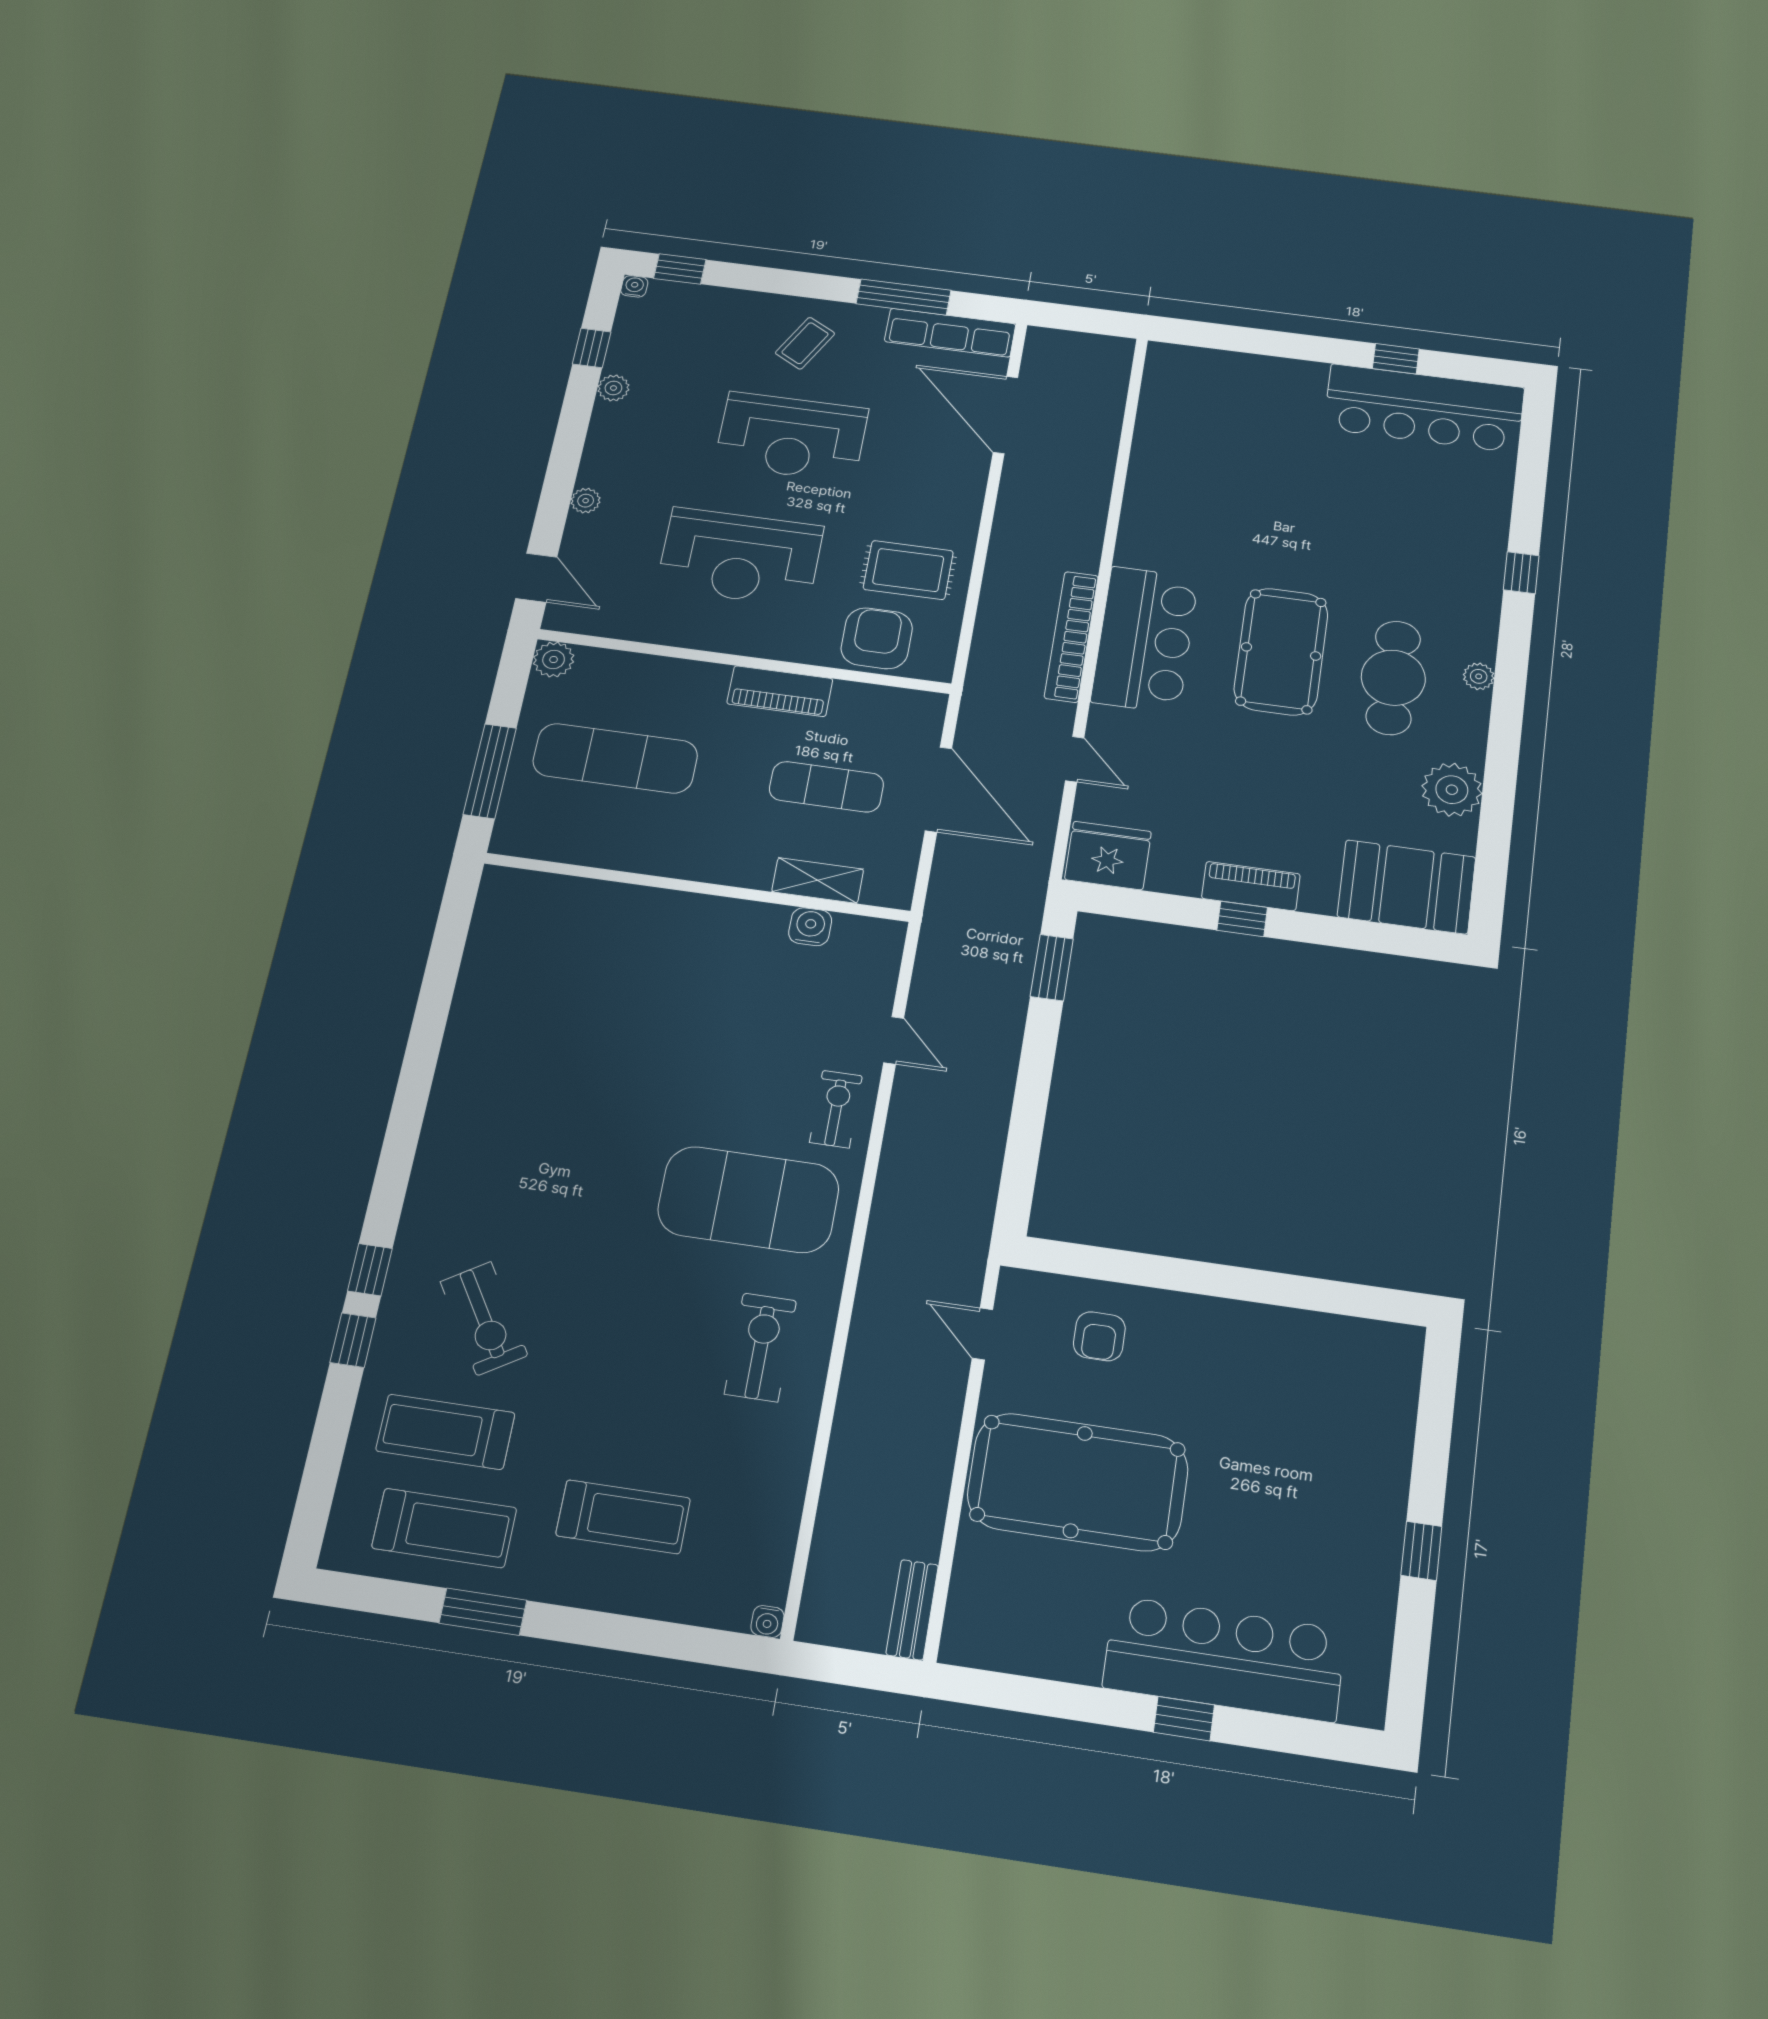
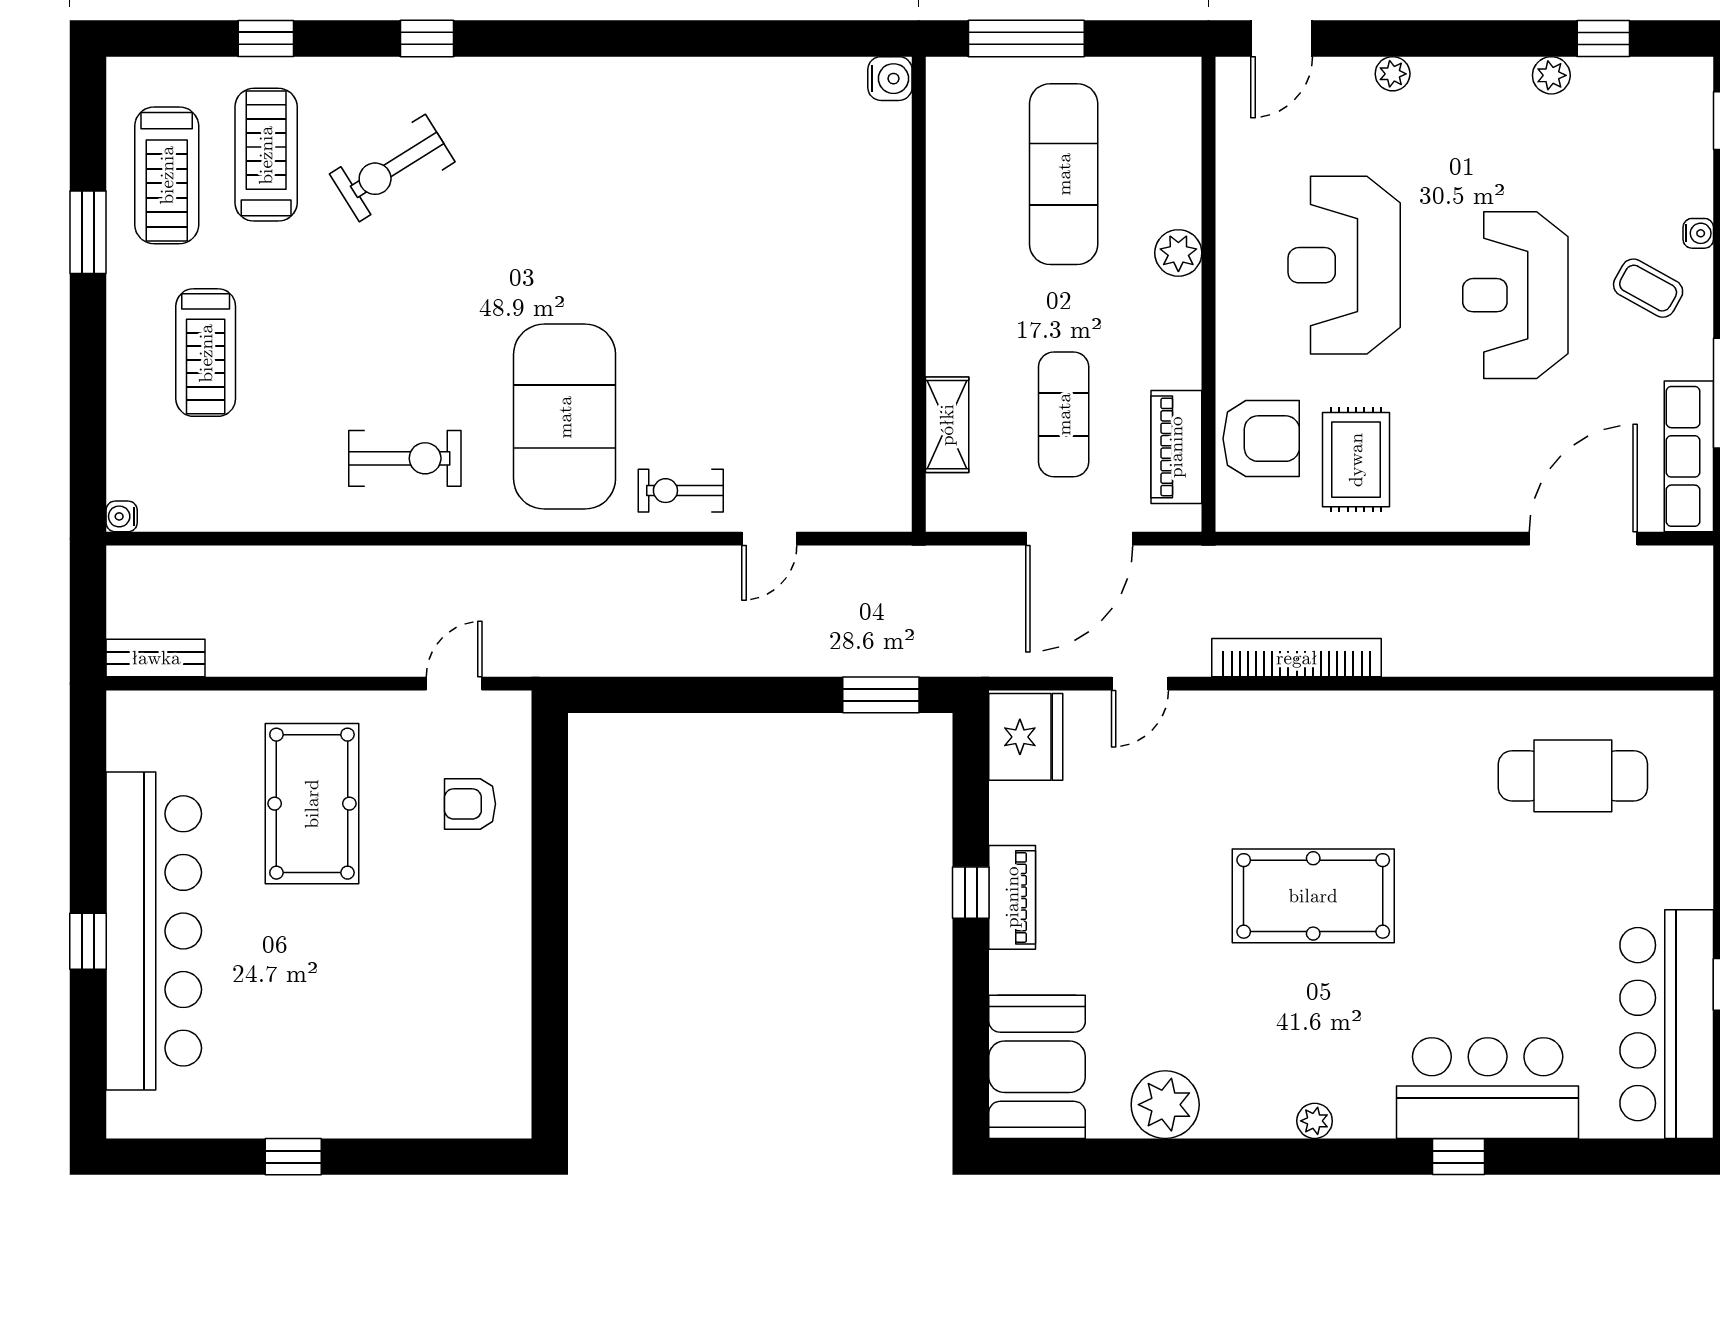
water cooler: (634, 286) -> (1698, 233), moved
bar counter: (1145, 639) -> (1488, 1088), moved, turned 180
plant: (554, 659) -> (1178, 253), moved
cafe table: (1393, 678) -> (1573, 776), moved
piano: (780, 691) -> (1176, 447), moved
water cooler: (810, 927) -> (890, 79), moved
exercise bike: (836, 1109) -> (681, 491), turned 180
window: (353, 1340) -> (266, 38), moved
pool table: (1078, 1482) -> (312, 804), width x0.73, depth x0.76
bar counter: (1224, 1659) -> (154, 931), width x1.36

